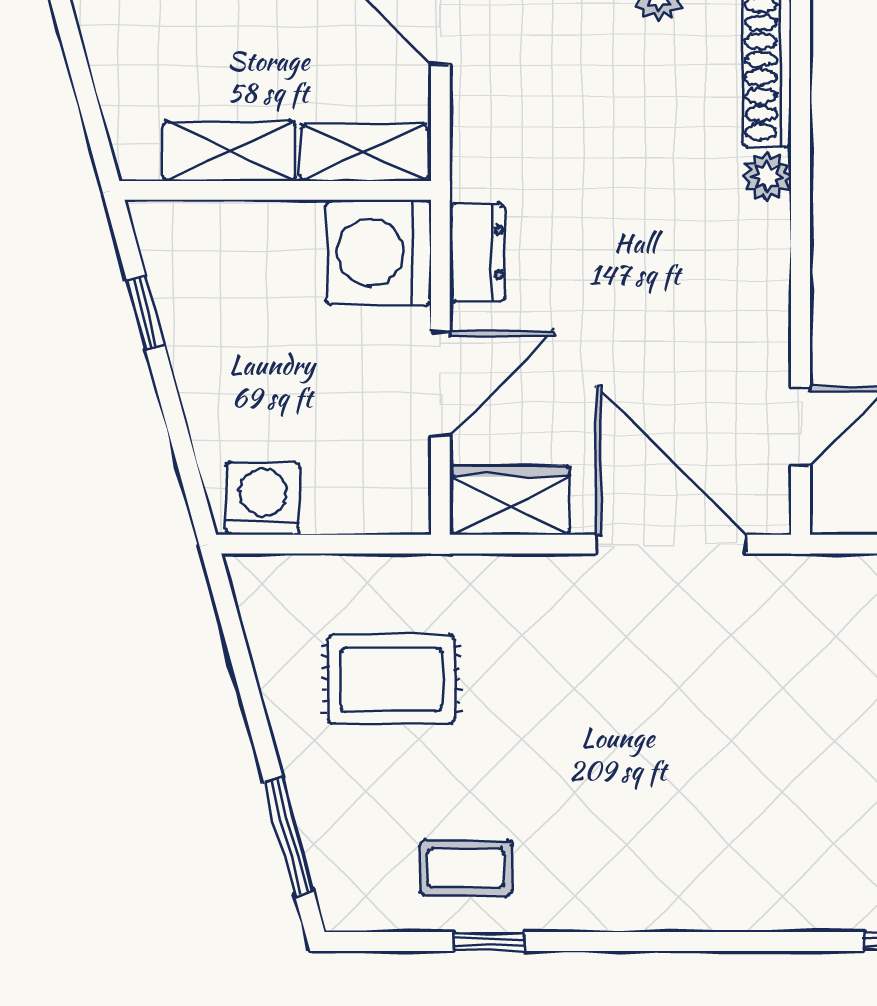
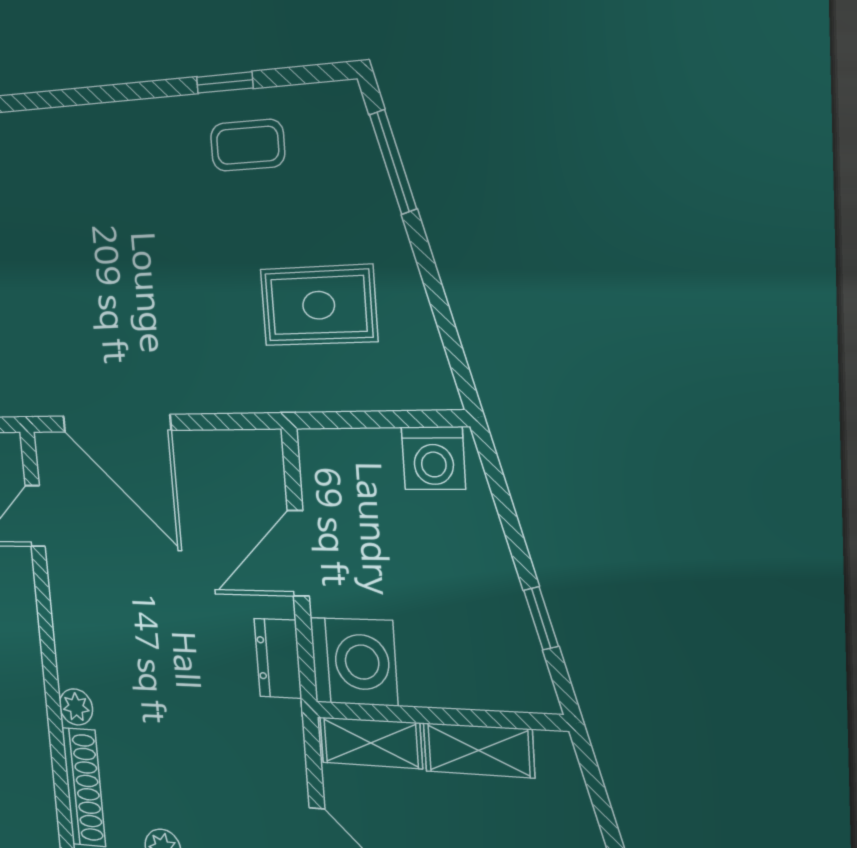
wardrobe: (509, 500) -> (238, 458), removed

